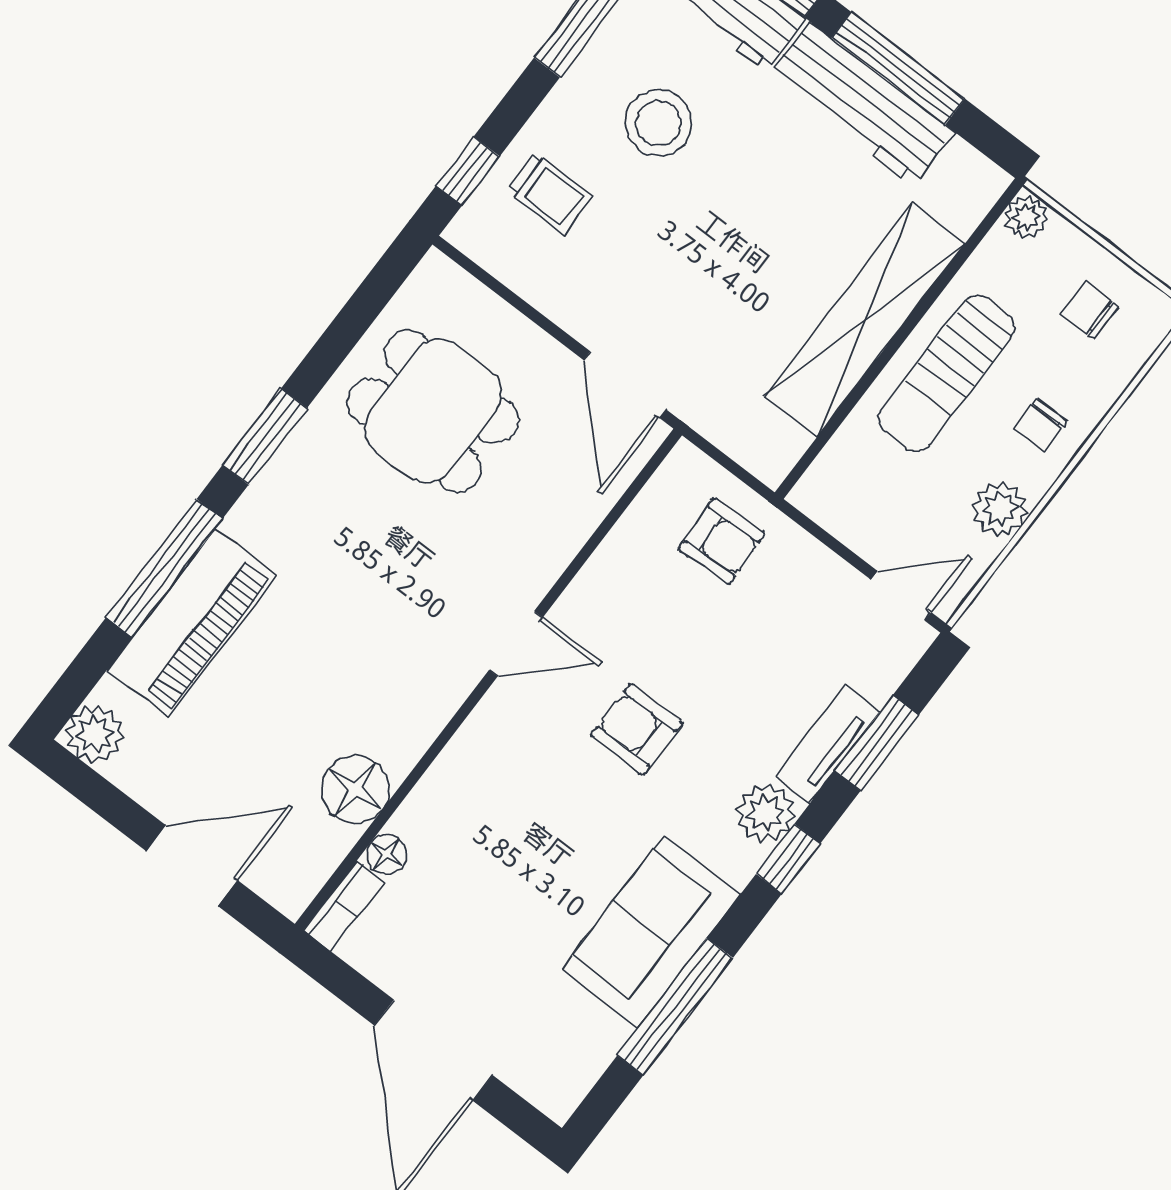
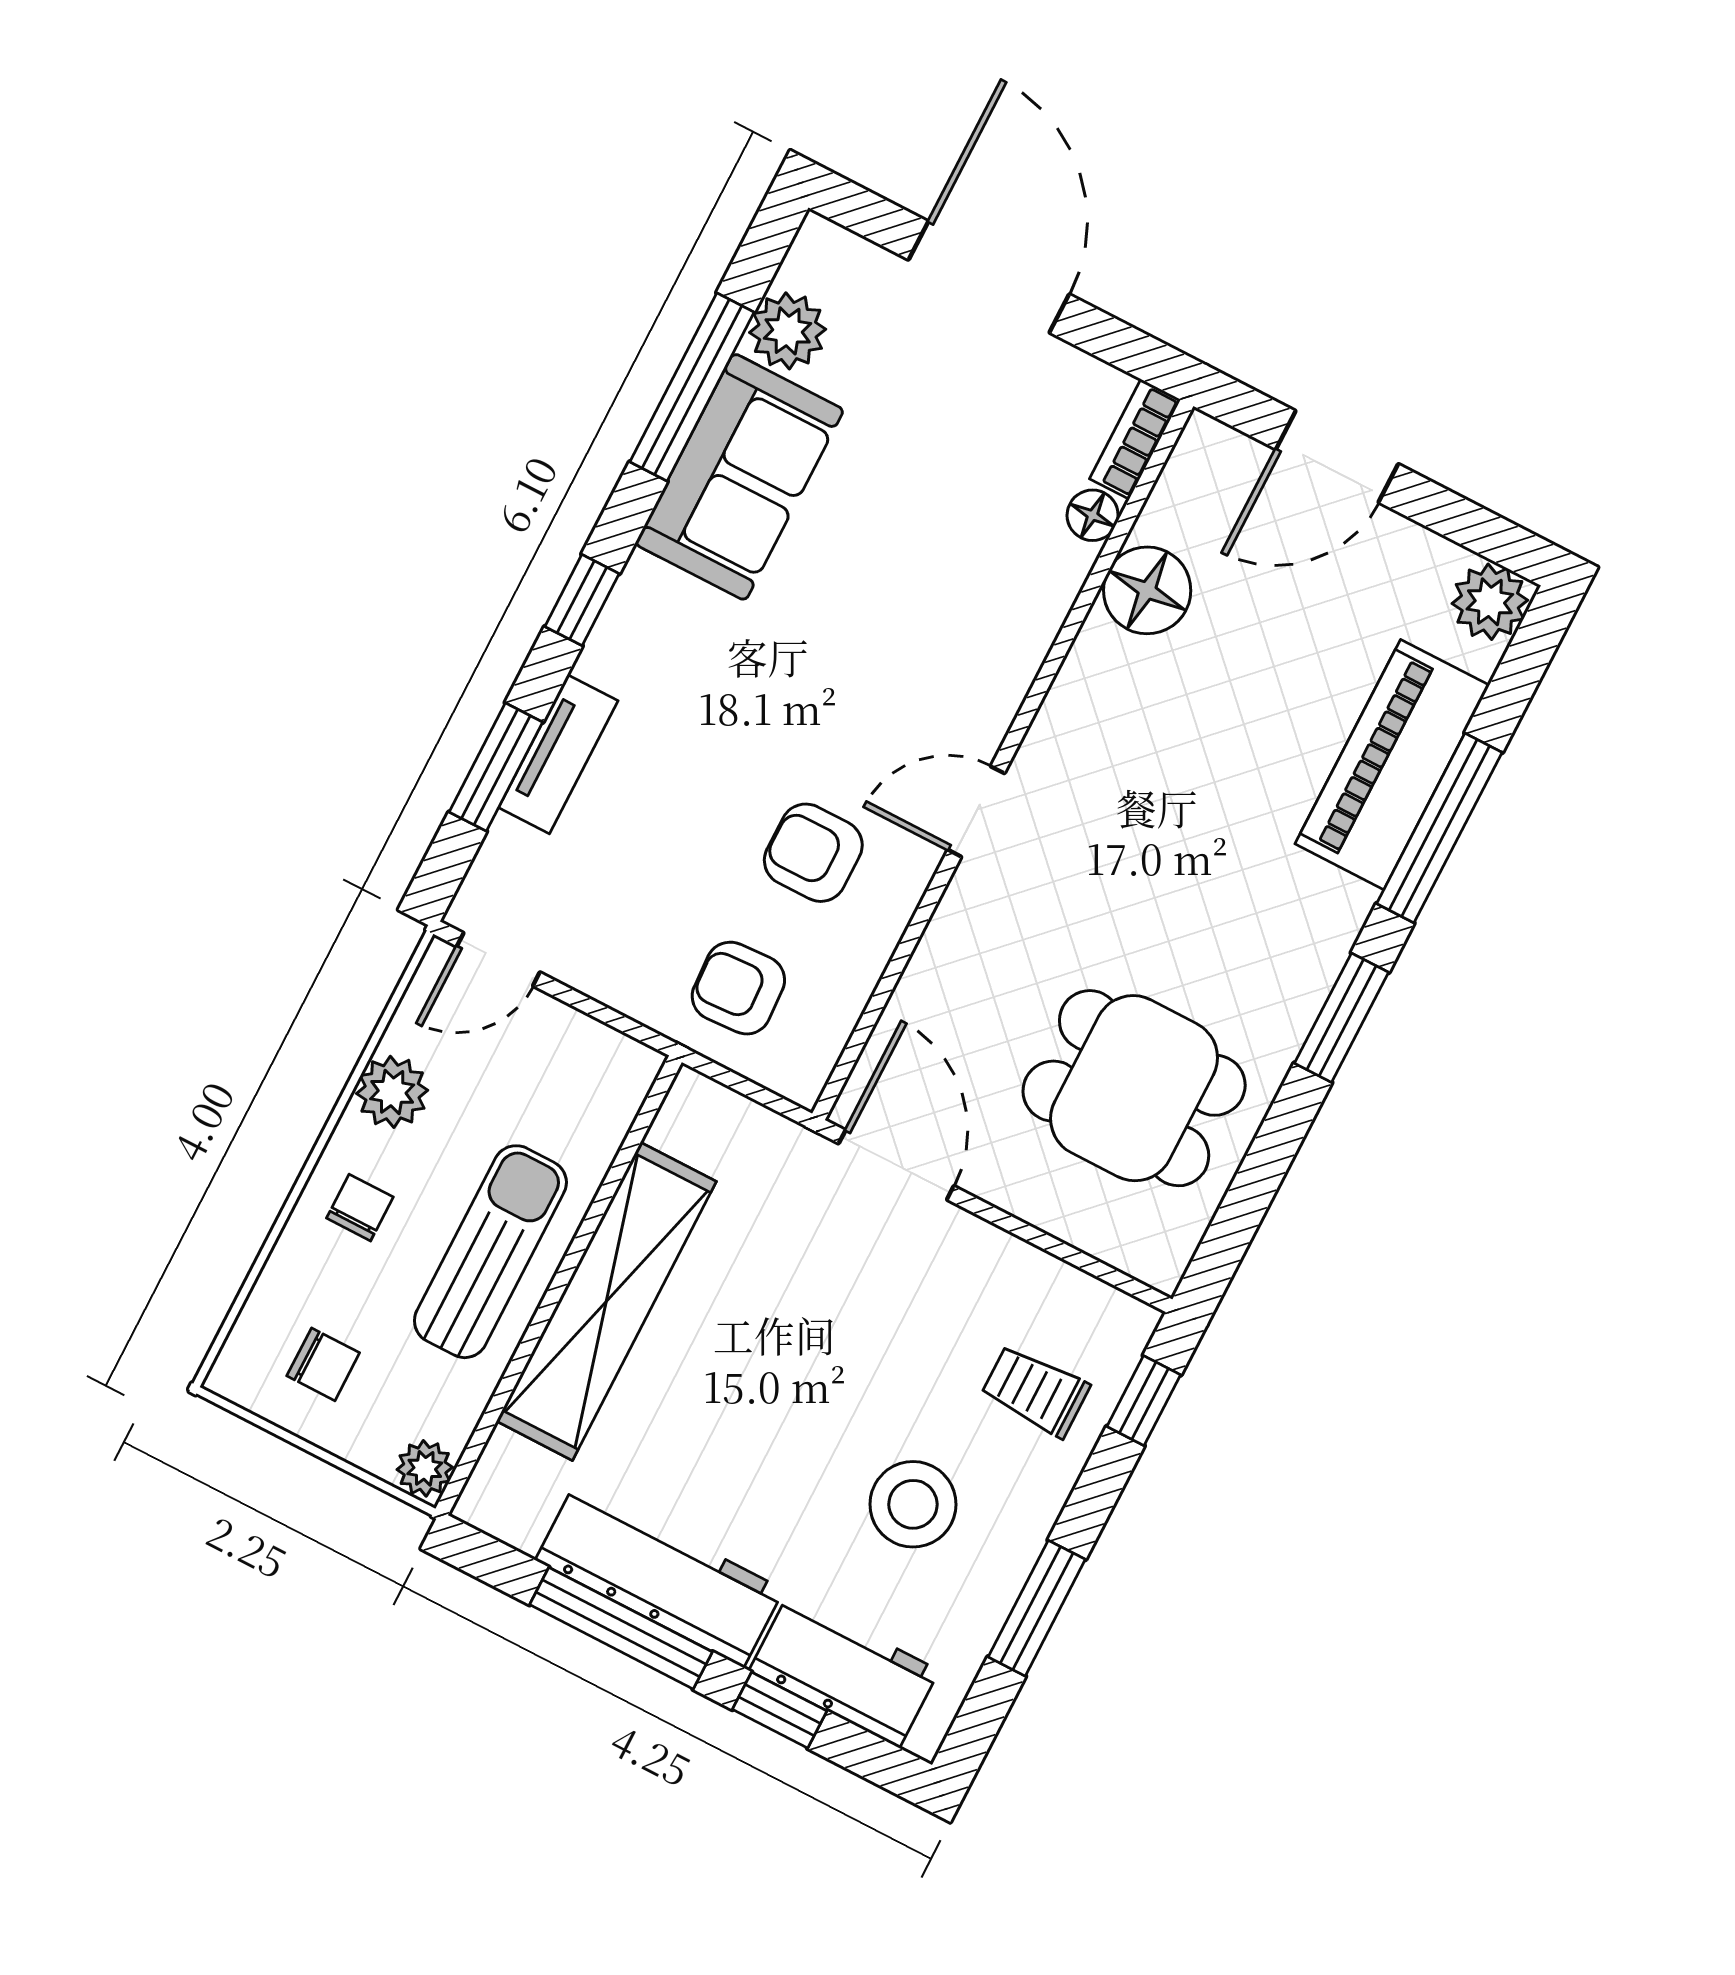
armchair: (637, 729) -> (813, 853), moved, turned 180
plant: (765, 813) -> (788, 331), moved

